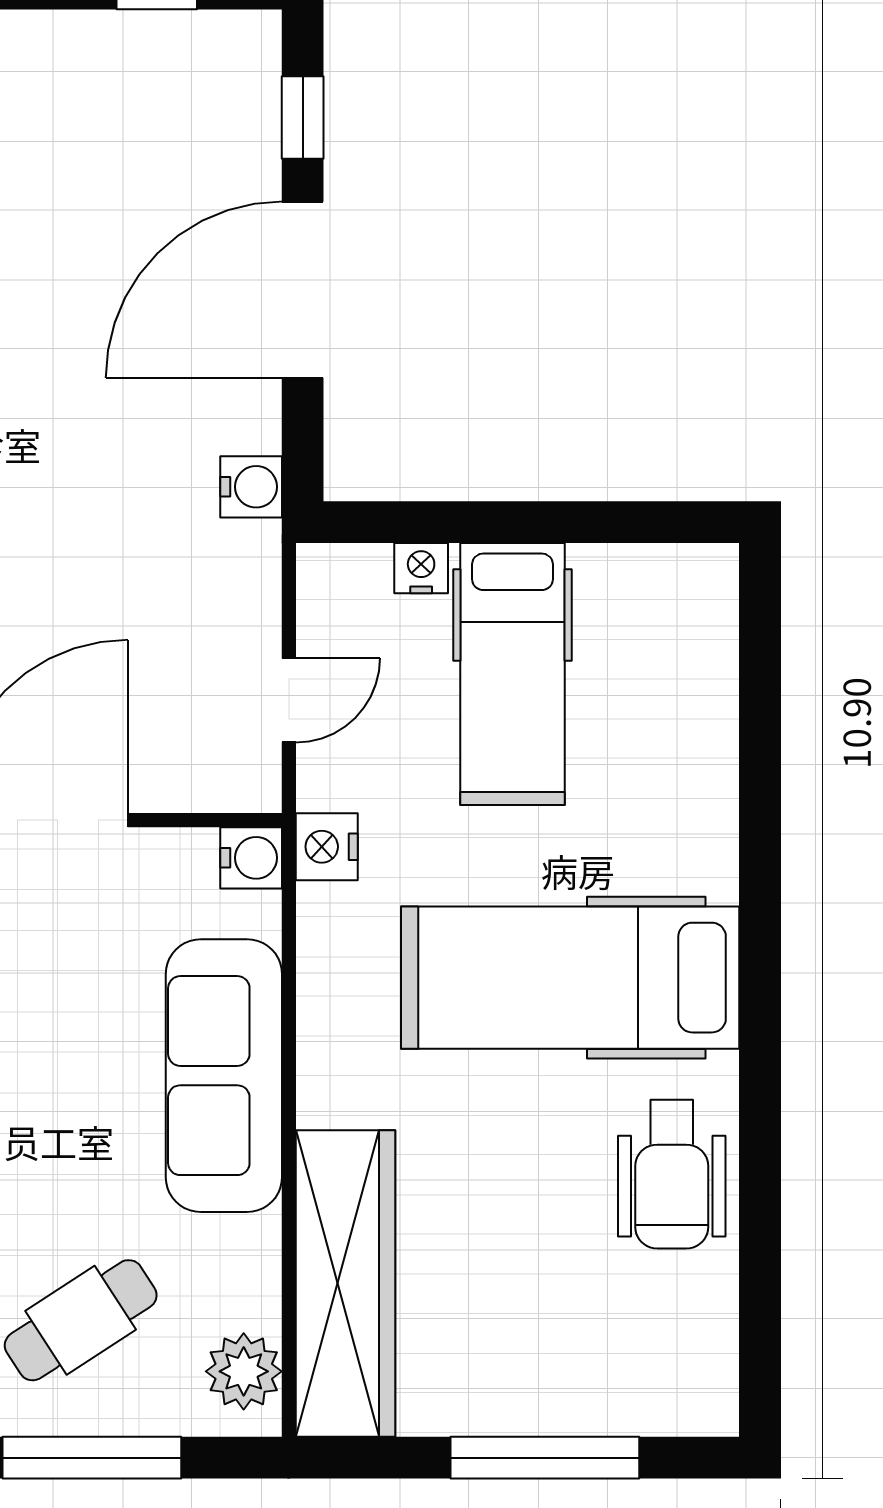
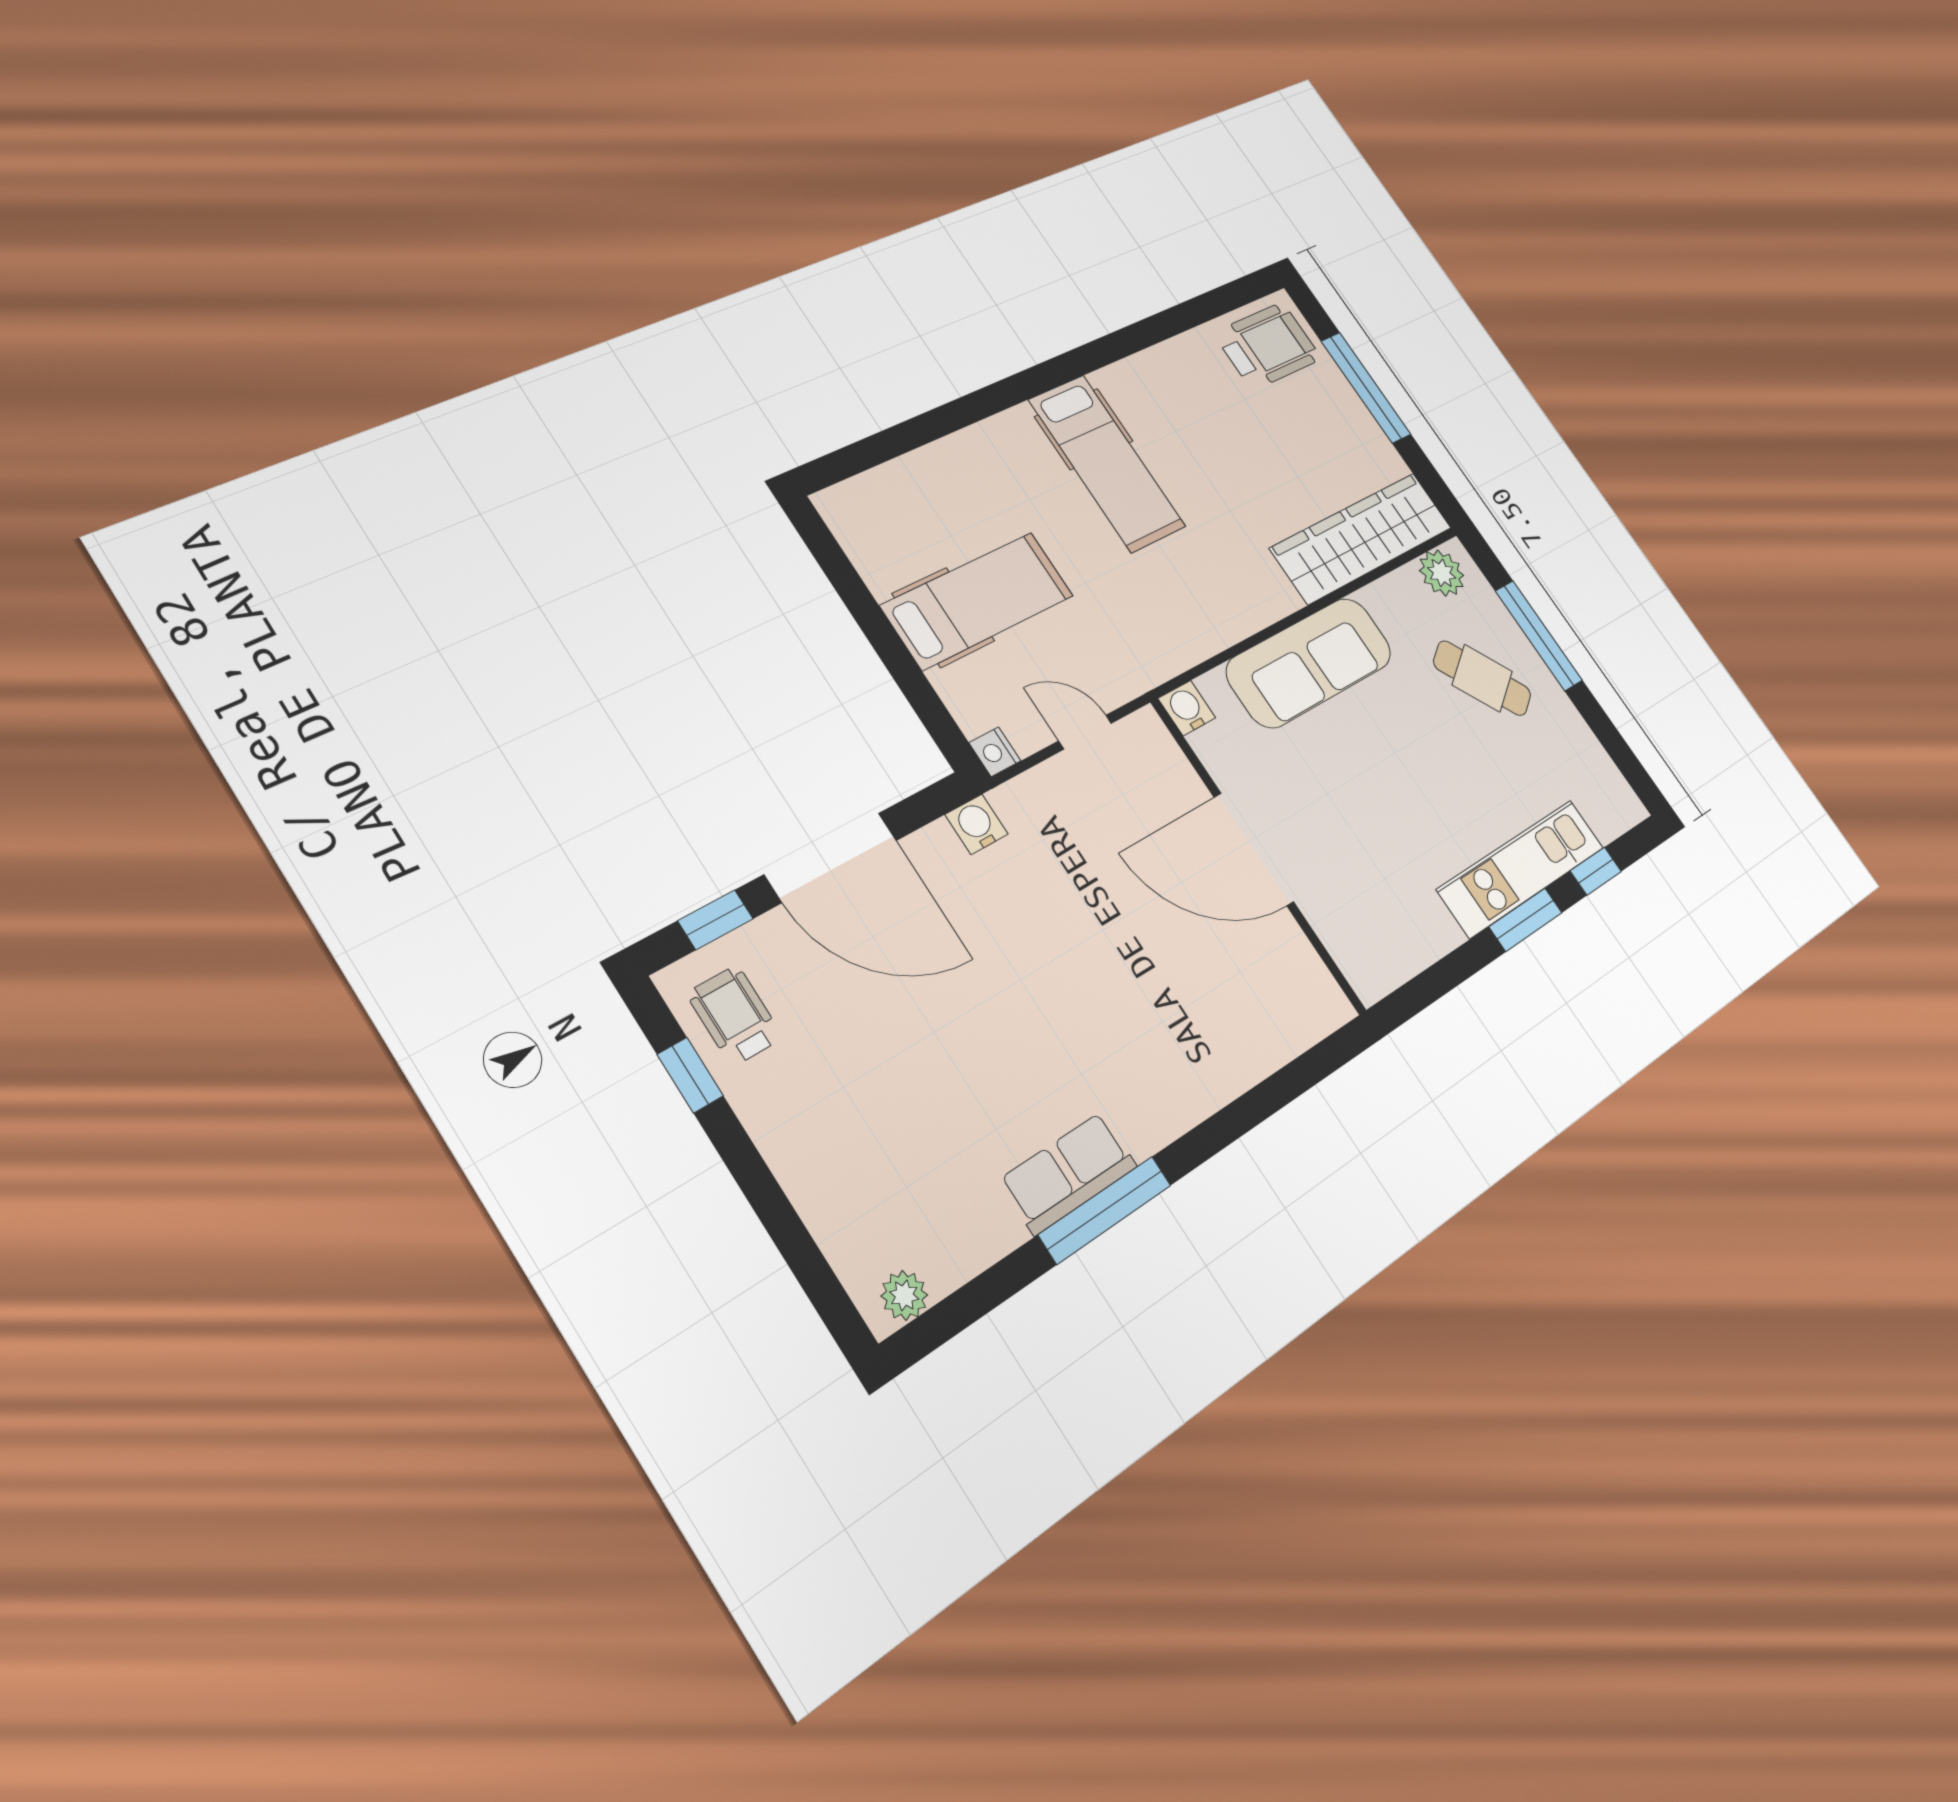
wheelchair: (191, 74) -> (735, 1016), added
nightstand: (421, 568) -> (995, 752), moved
nightstand: (327, 847) -> (1150, 665), removed
hospital bed: (570, 978) -> (1107, 463), width x0.73, depth x0.78
wheelchair: (672, 1174) -> (1268, 346), moved

